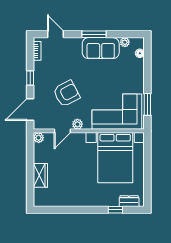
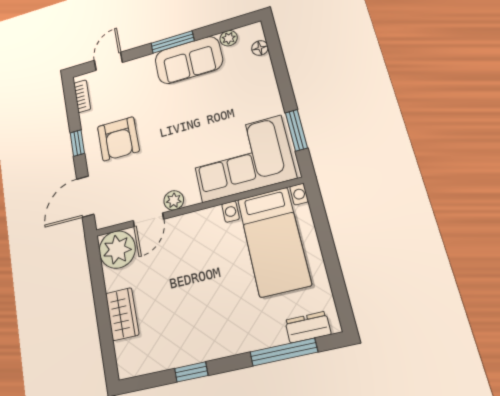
door: (56, 34) -> (108, 61), hinge flipped
armchair: (66, 93) -> (118, 139), moved, turned 118
plant: (39, 138) -> (117, 249), width x1.87, depth x1.87
bed with nightstands: (115, 158) -> (274, 242), width x0.73
window: (70, 210) -> (191, 372), added
window: (115, 210) -> (284, 352), width x2.17

